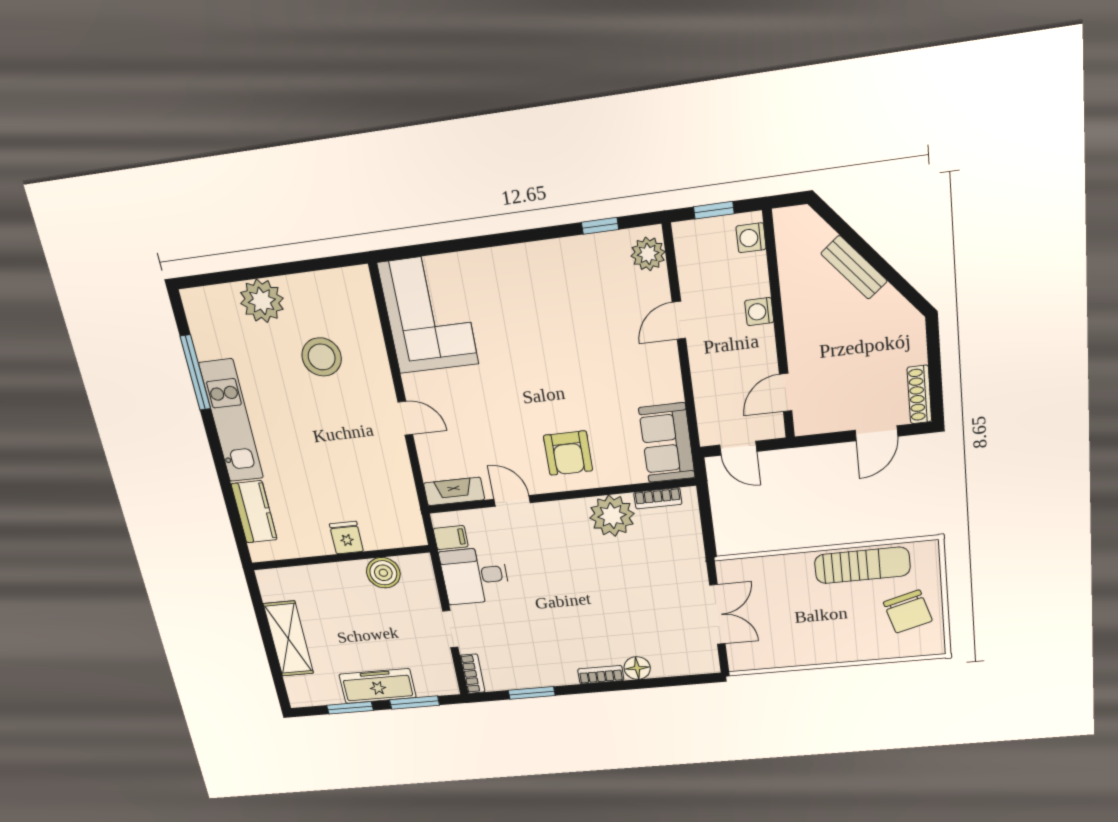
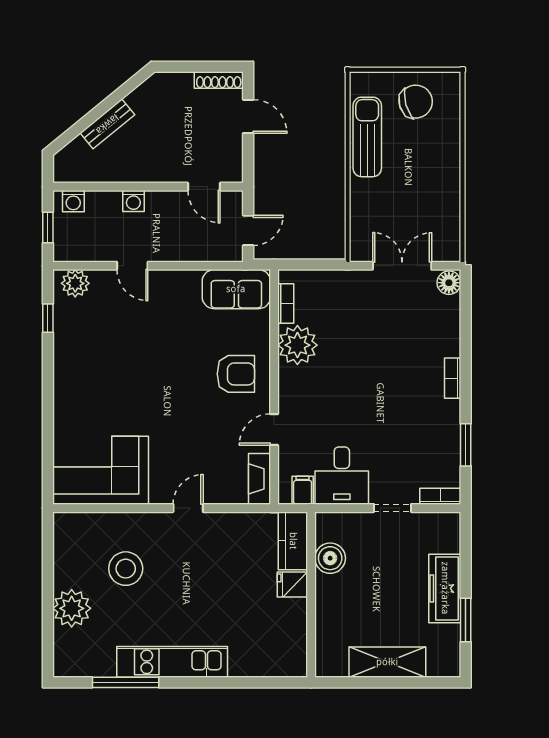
kitchen counter: (254, 512) -> (293, 541), moved, turned -90
floor lamp: (637, 668) -> (449, 283), moved
window: (415, 703) -> (466, 557), removed

